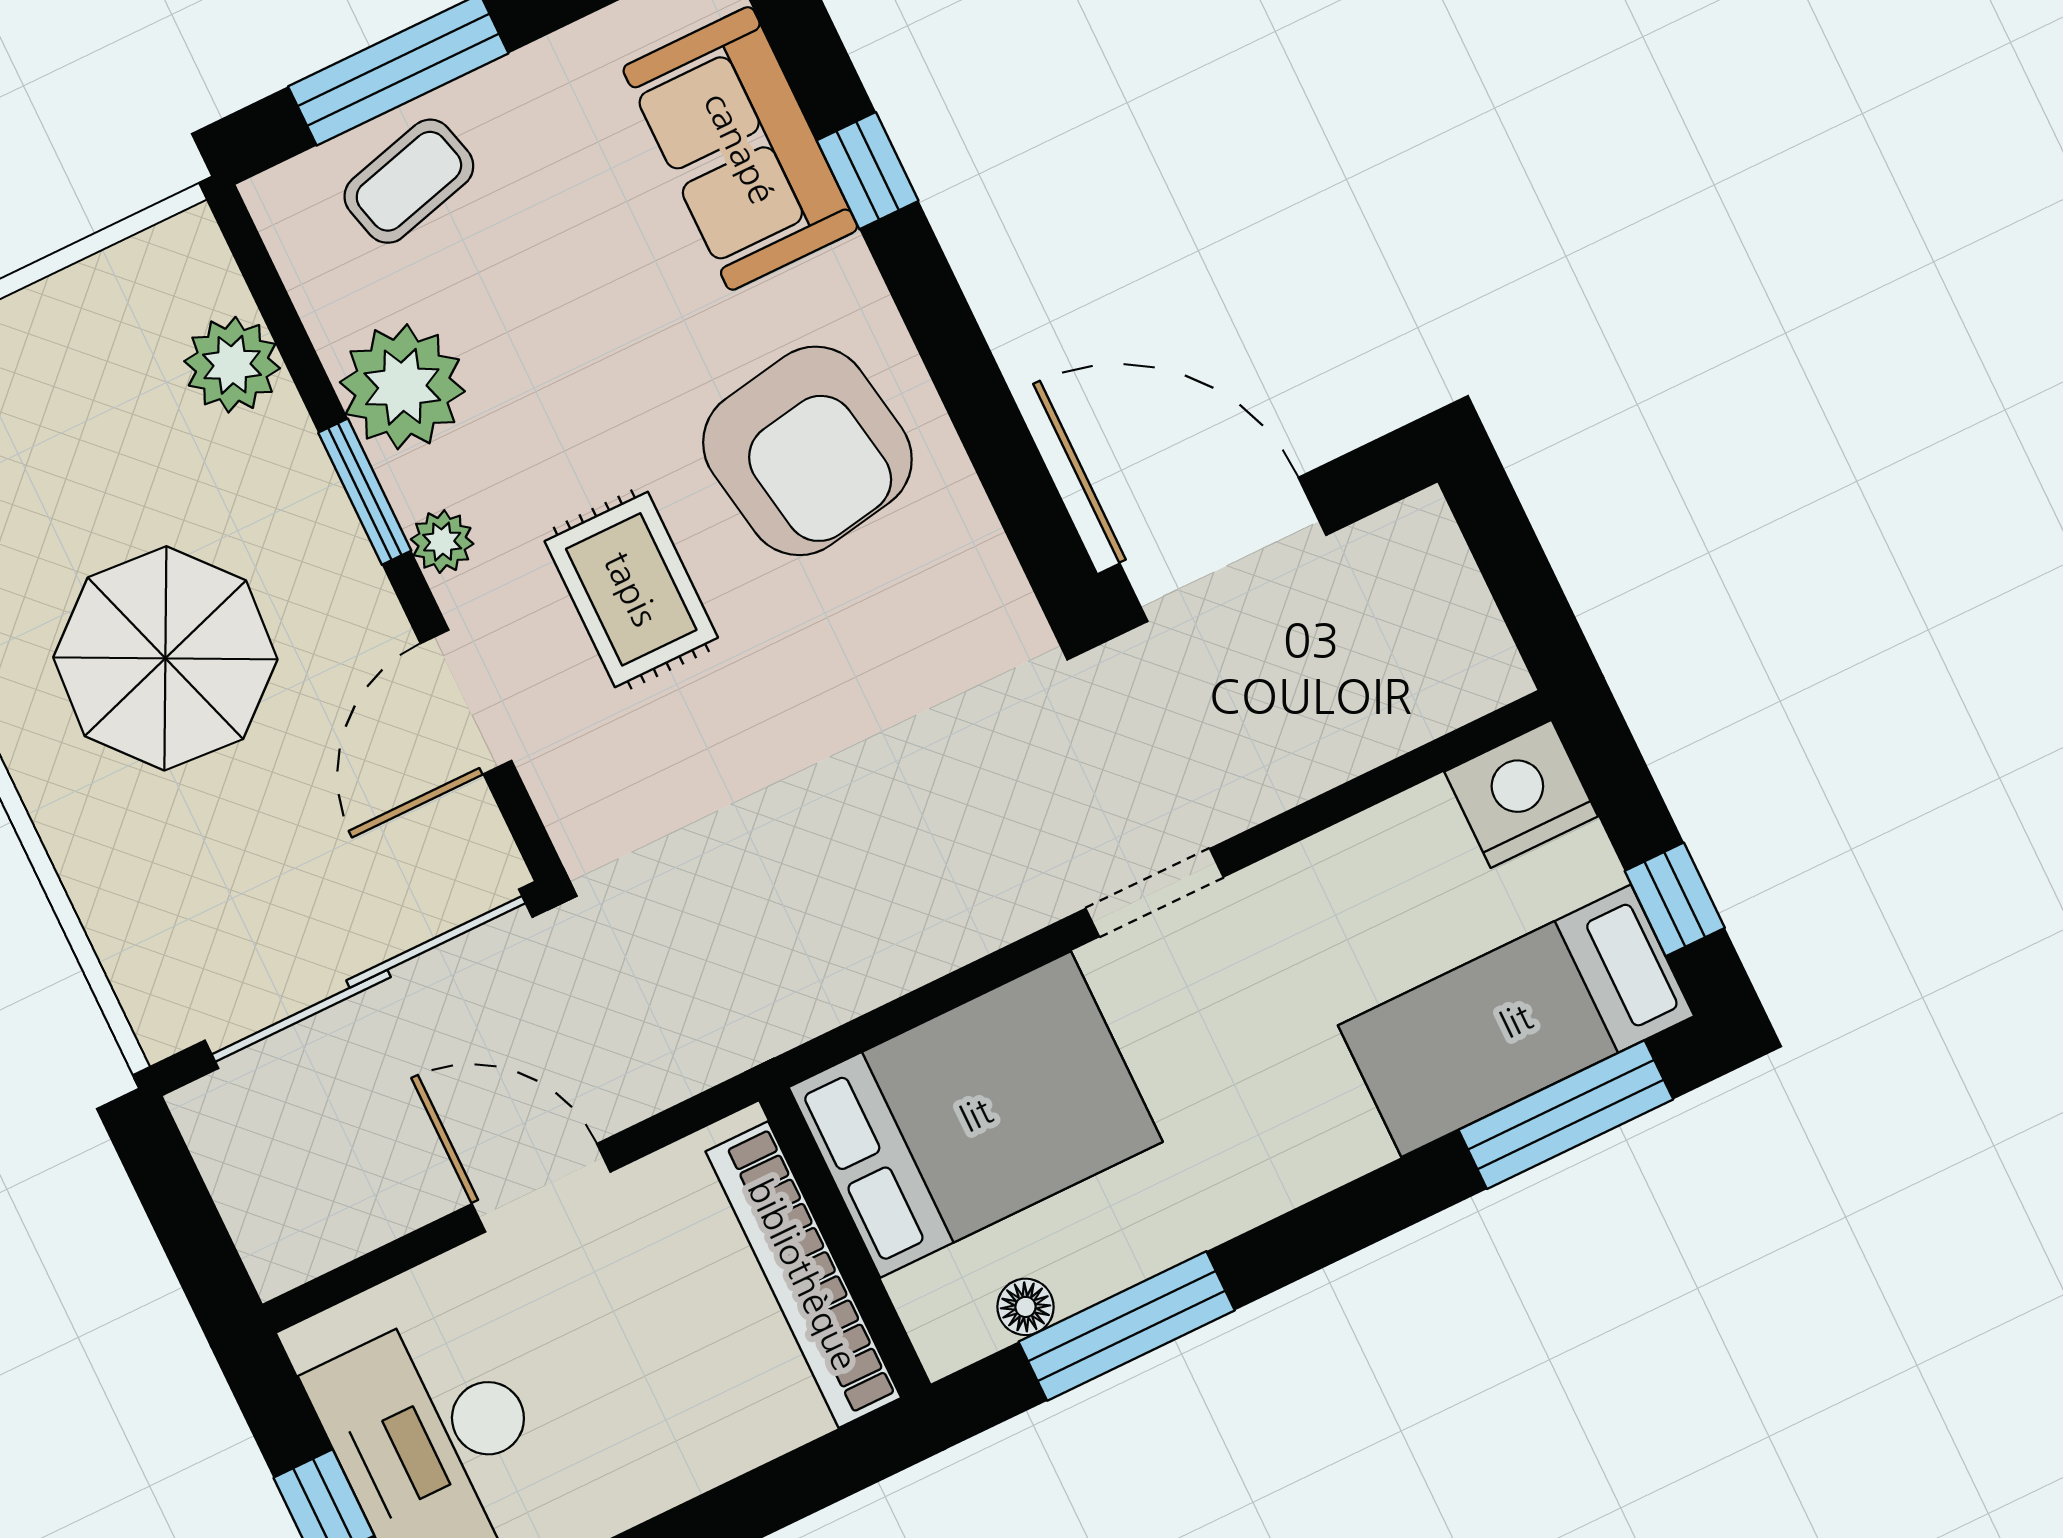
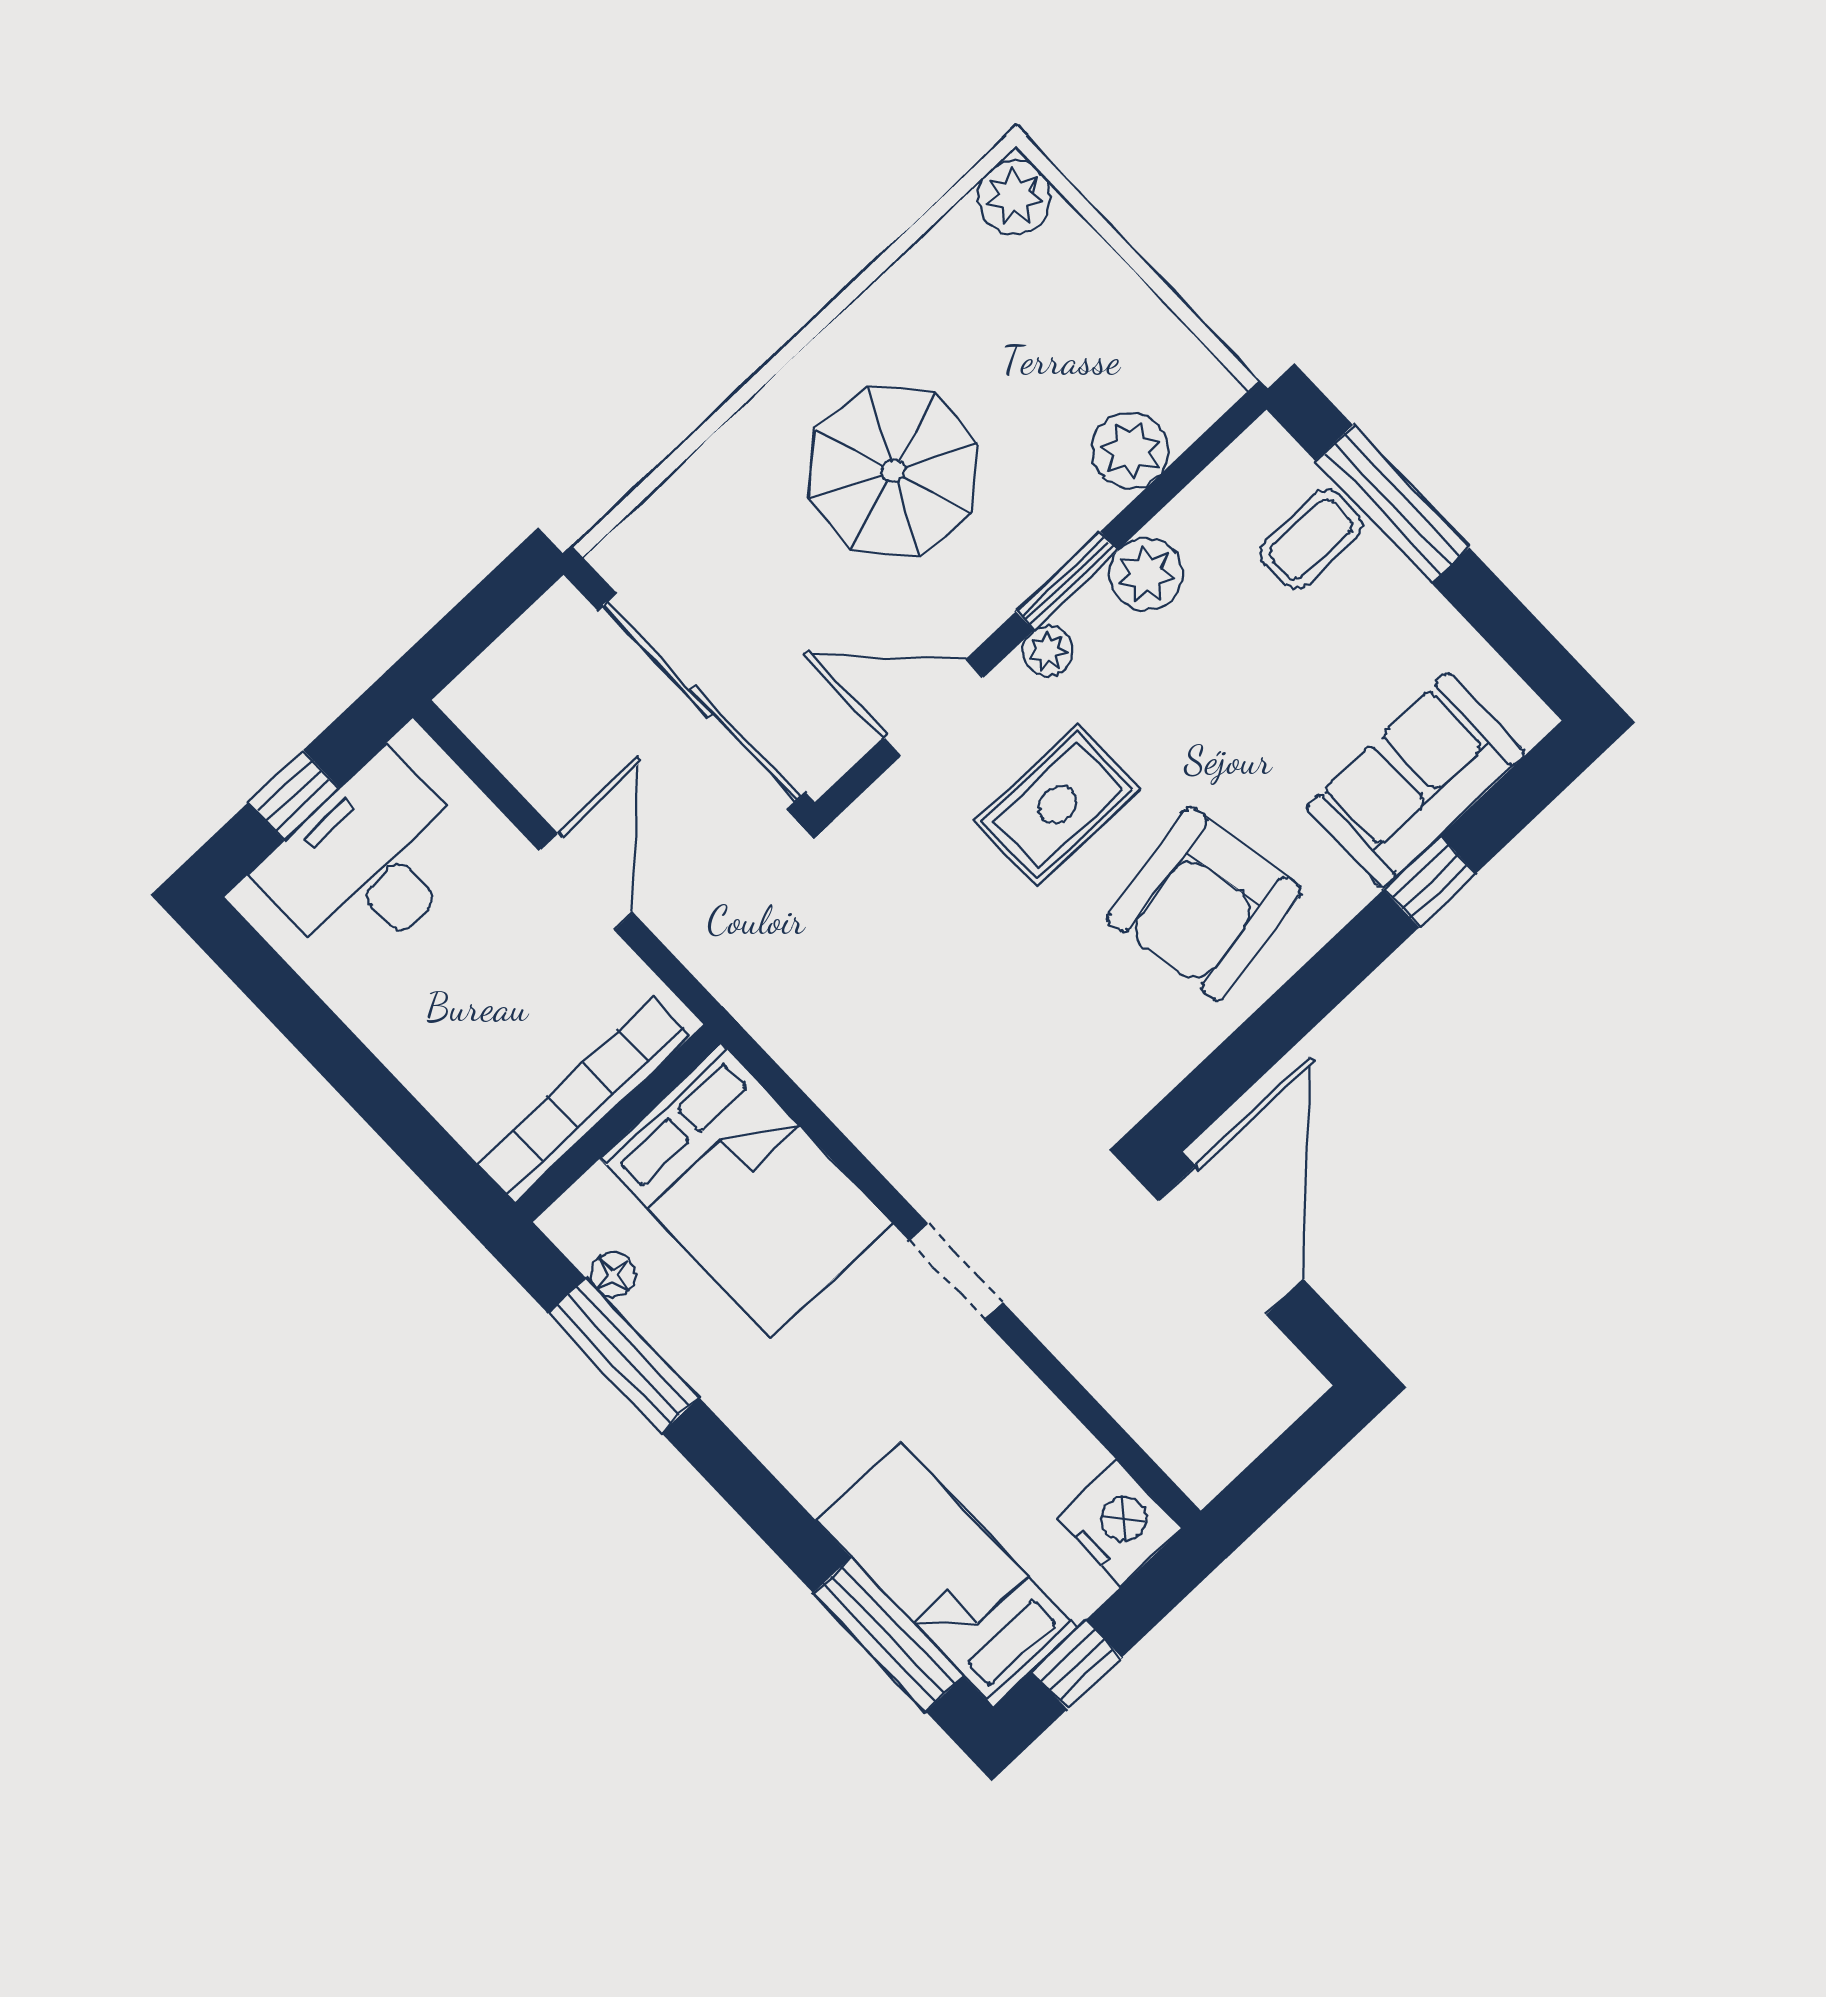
coffee table: (409, 181) -> (1311, 539), turned -75
plant: (402, 387) -> (1146, 574), width x0.73, depth x0.73

